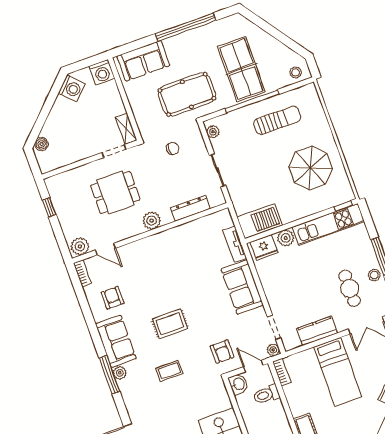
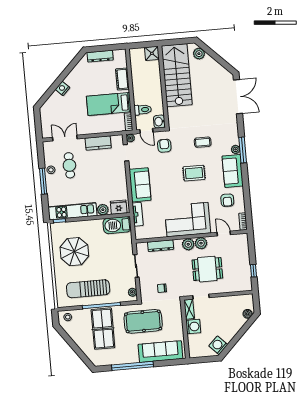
sofa: (143, 61) -> (160, 352), width x1.36
washing machine: (102, 72) -> (193, 327), moved, turned 90
sun lounger: (277, 120) -> (88, 289), width x1.36, depth x1.34
plant: (80, 246) -> (201, 243), moved
corner sofa: (162, 255) -> (188, 220), added
bed: (338, 372) -> (109, 104), moved, turned -90

